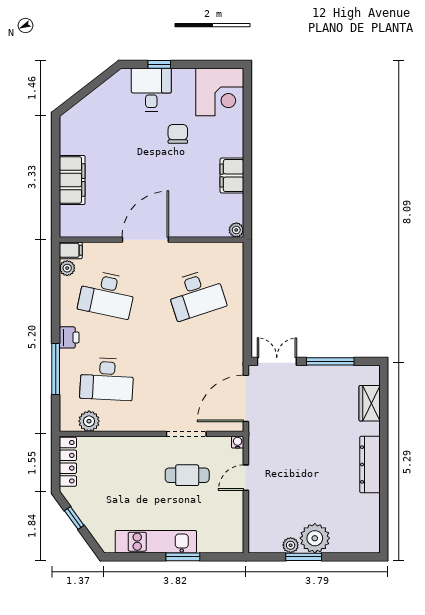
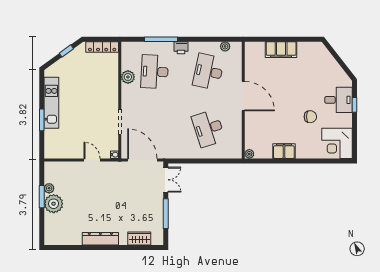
filing cabinet: (71, 250) -> (236, 49), removed
plant: (89, 421) -> (128, 77), moved
cafe table: (187, 475) -> (94, 123), removed

